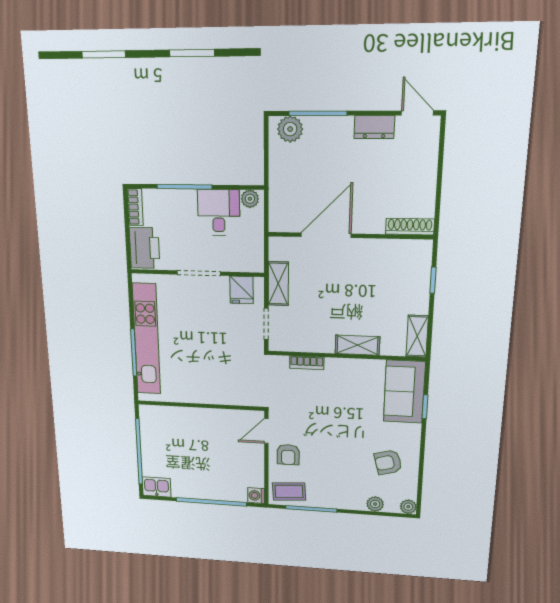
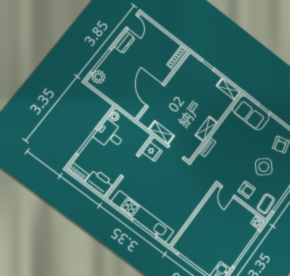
door: (417, 113) -> (132, 22), swing flipped
shelving: (357, 345) -> (206, 129), moved
side table: (338, 458) -> (264, 167), added

